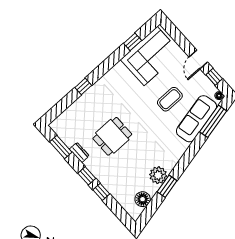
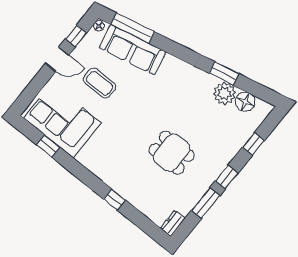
coffee table: (170, 99) -> (100, 83), moved
window: (61, 147) -> (206, 203), moved
dresser: (79, 152) -> (173, 223), moved
plant: (158, 175) -> (225, 93), moved
window: (101, 192) -> (253, 144), moved

